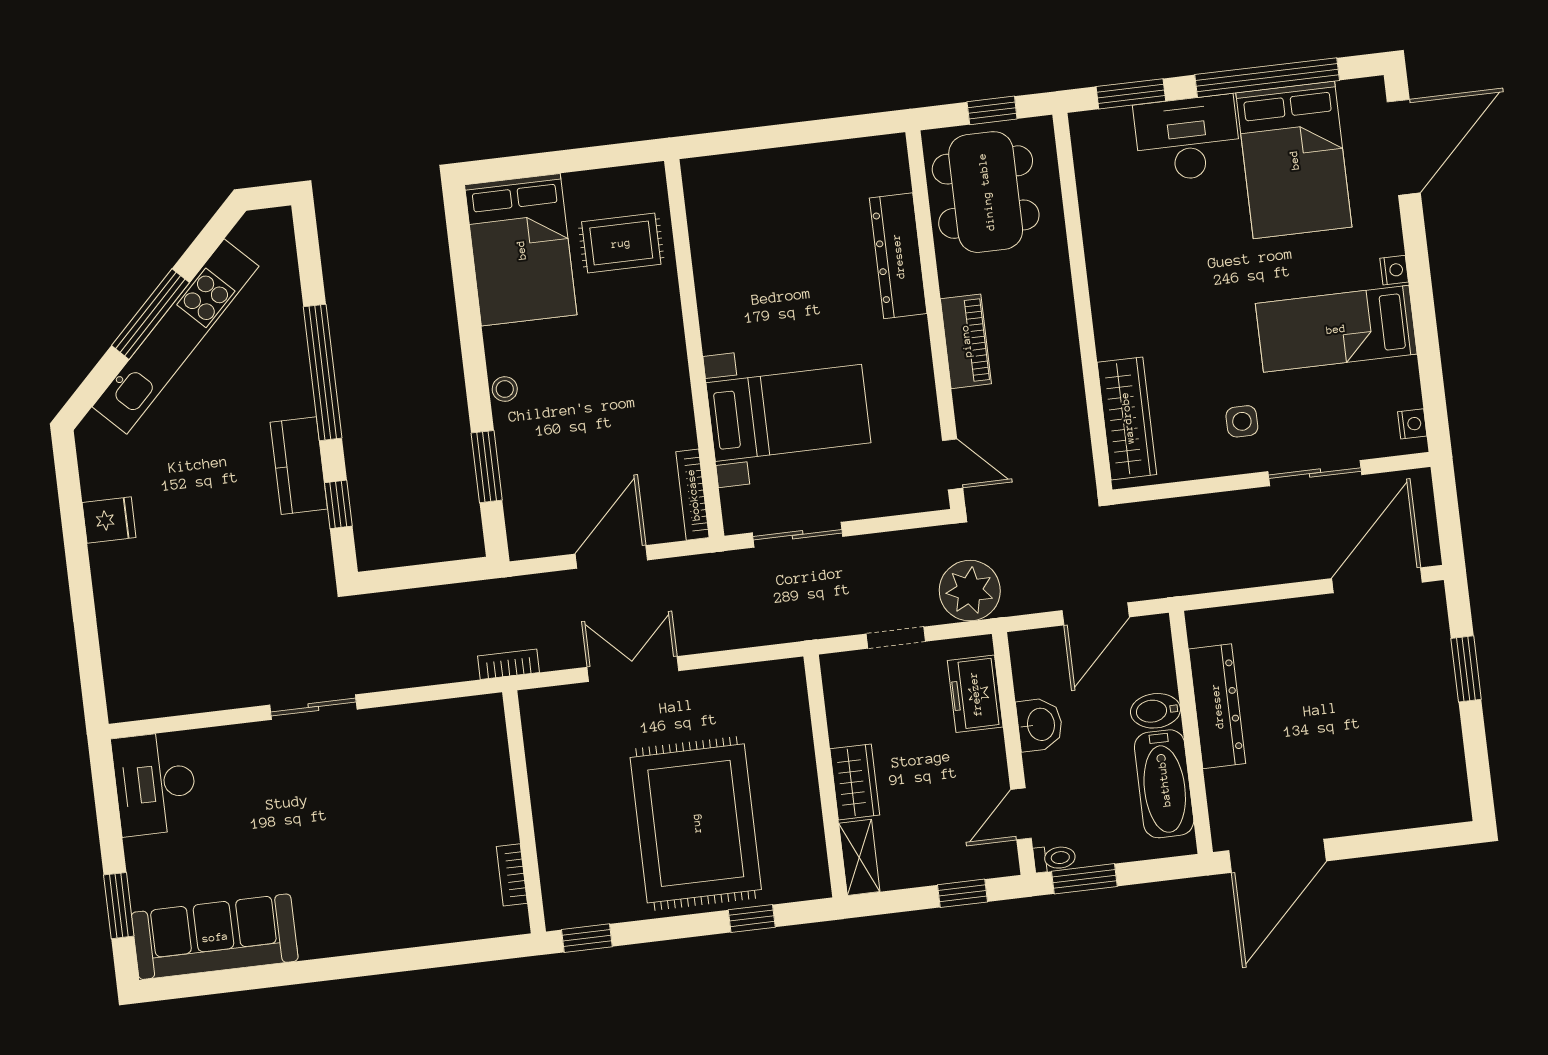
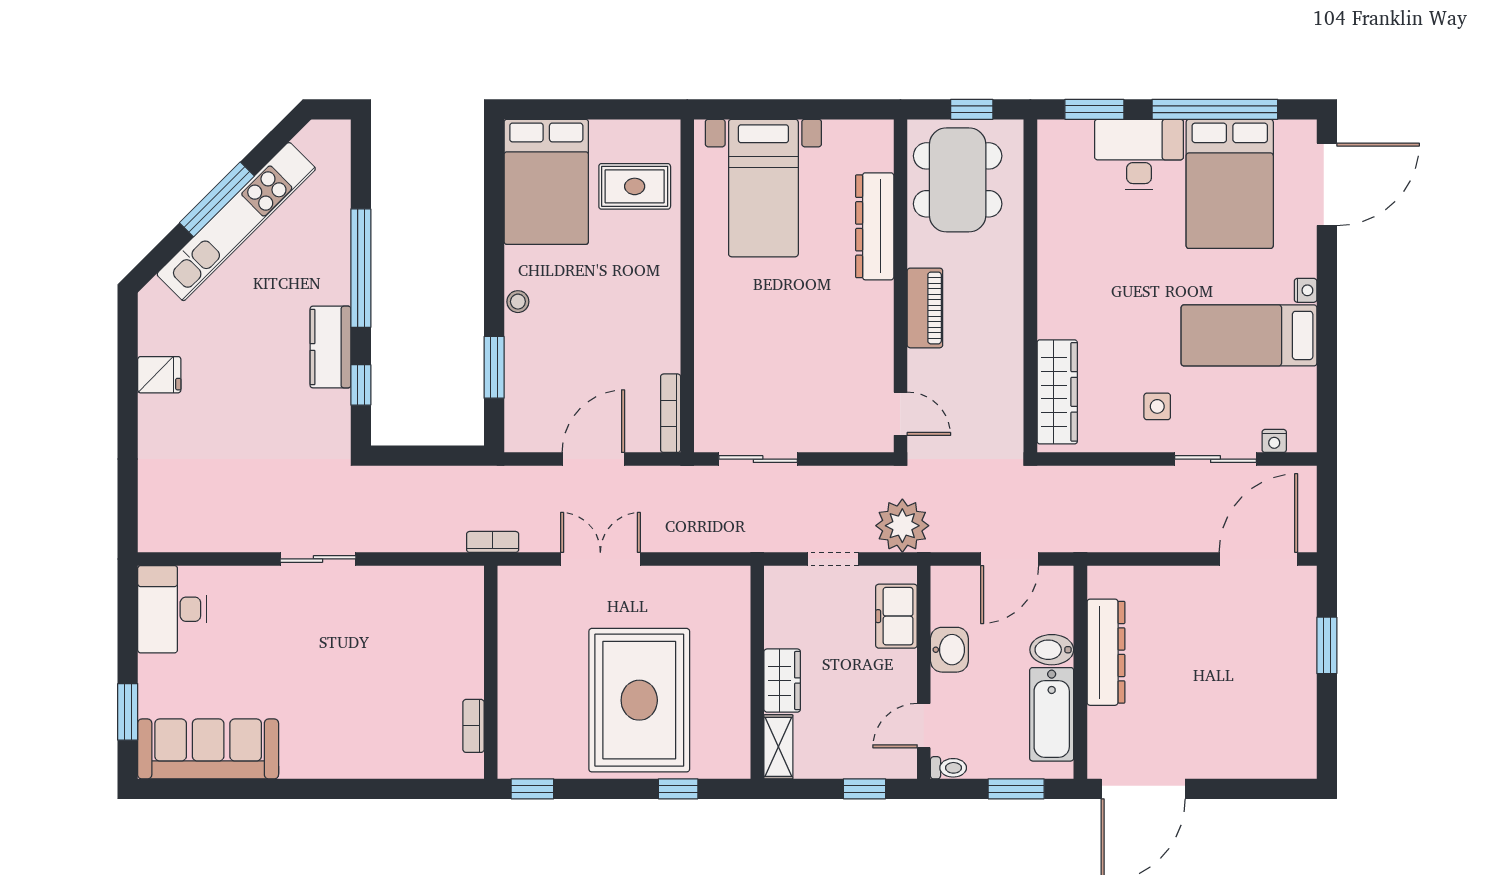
bed with nightstands: (788, 413) -> (763, 188), moved, turned 90
nightstand: (1412, 424) -> (1274, 441), moved, turned 90
window: (1084, 879) -> (1016, 789), moved

